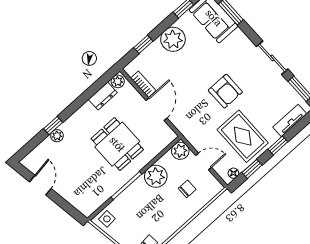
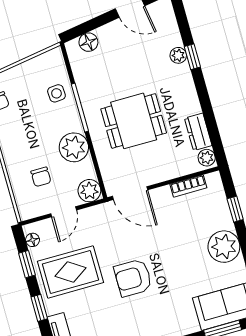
door: (156, 109) -> (130, 193), moved
floor lamp: (78, 202) -> (88, 42), added
side table: (107, 219) -> (56, 93), moved

